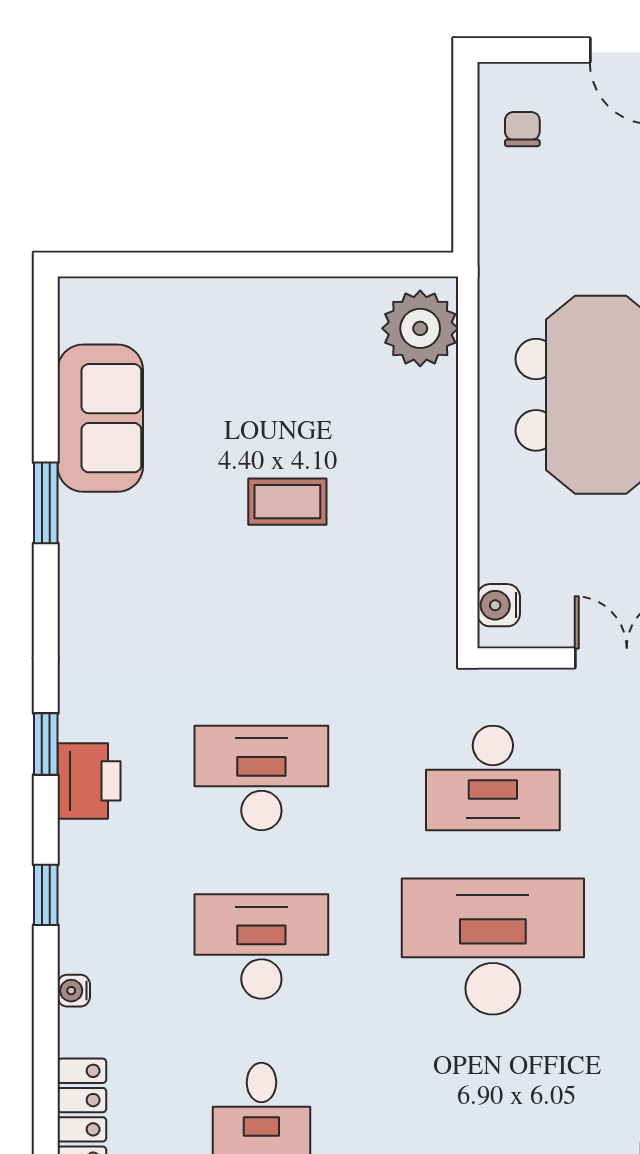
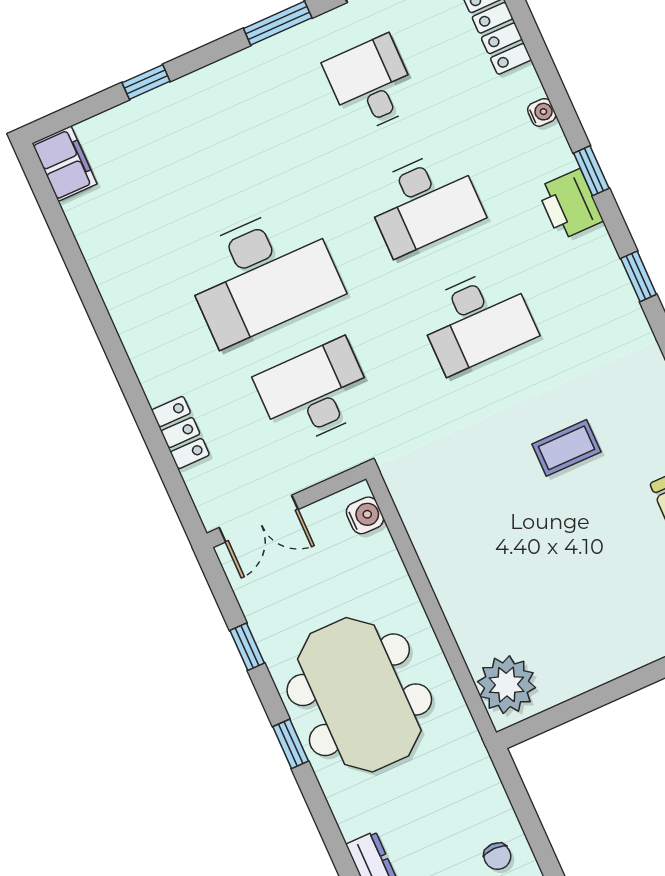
coffee table: (287, 502) -> (566, 448), moved
printer: (89, 781) -> (570, 204), moved

